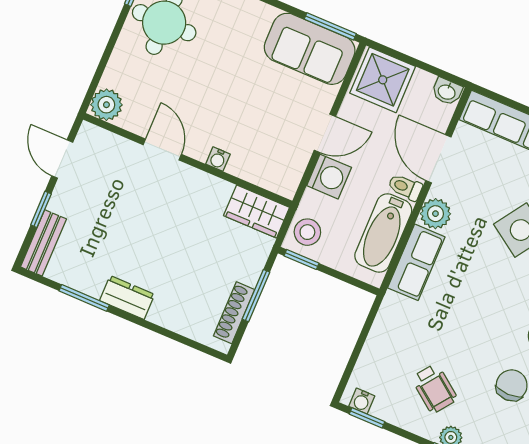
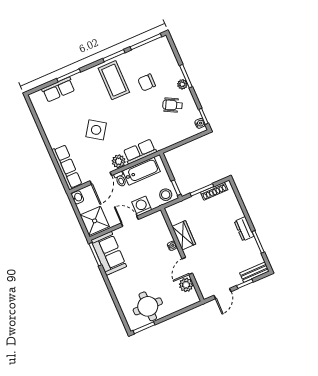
plant: (106, 105) -> (186, 285), moved
wardrobe: (257, 211) -> (184, 235), moved
wheelchair: (434, 388) -> (173, 105), turned -99

